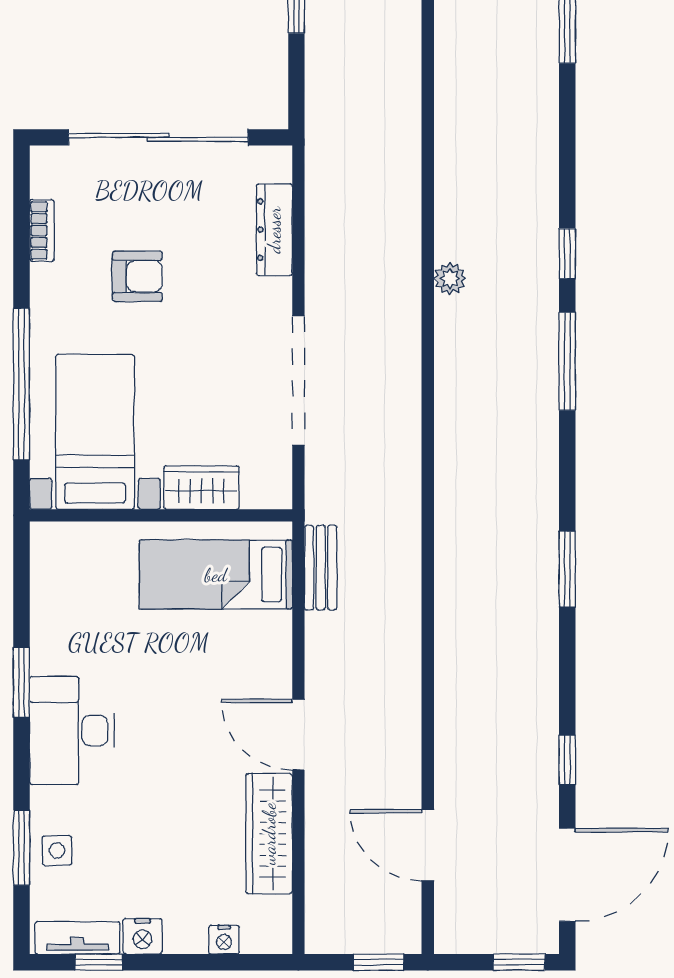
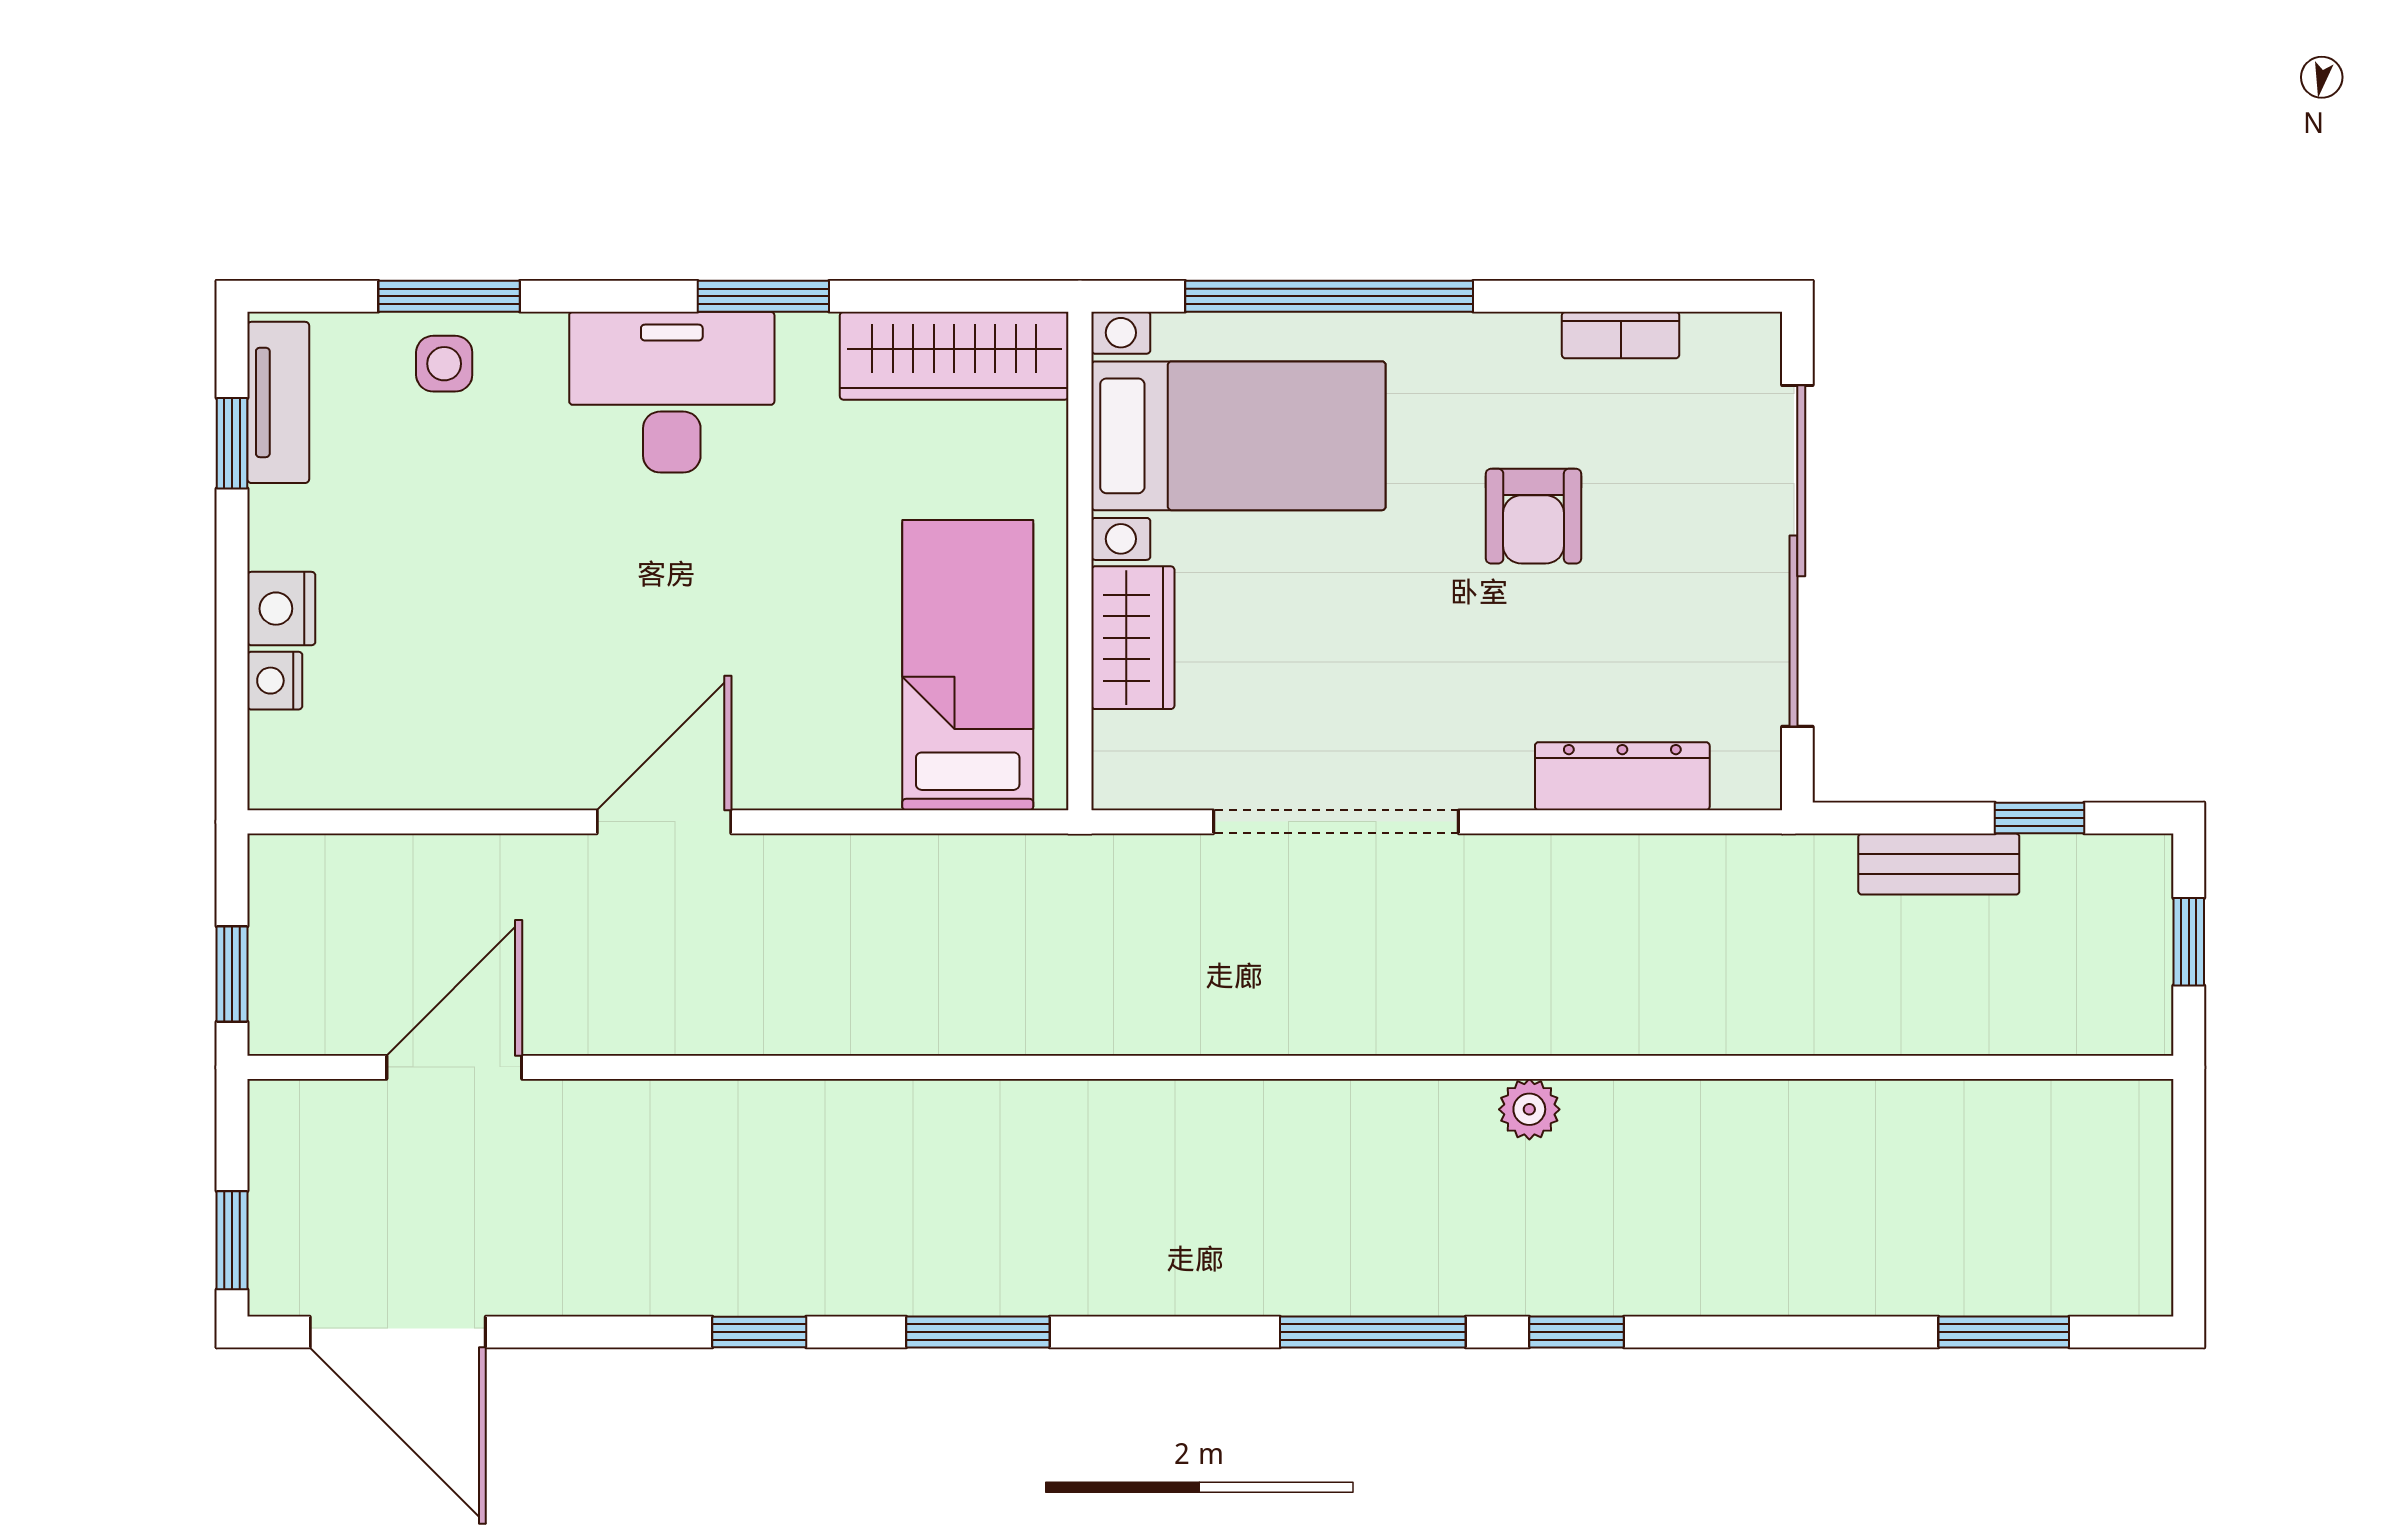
bench: (321, 568) -> (1939, 864), moved
window: (567, 760) -> (759, 1332), moved
wardrobe: (269, 834) -> (954, 356), moved, turned 180
nightstand: (143, 936) -> (281, 609), moved

